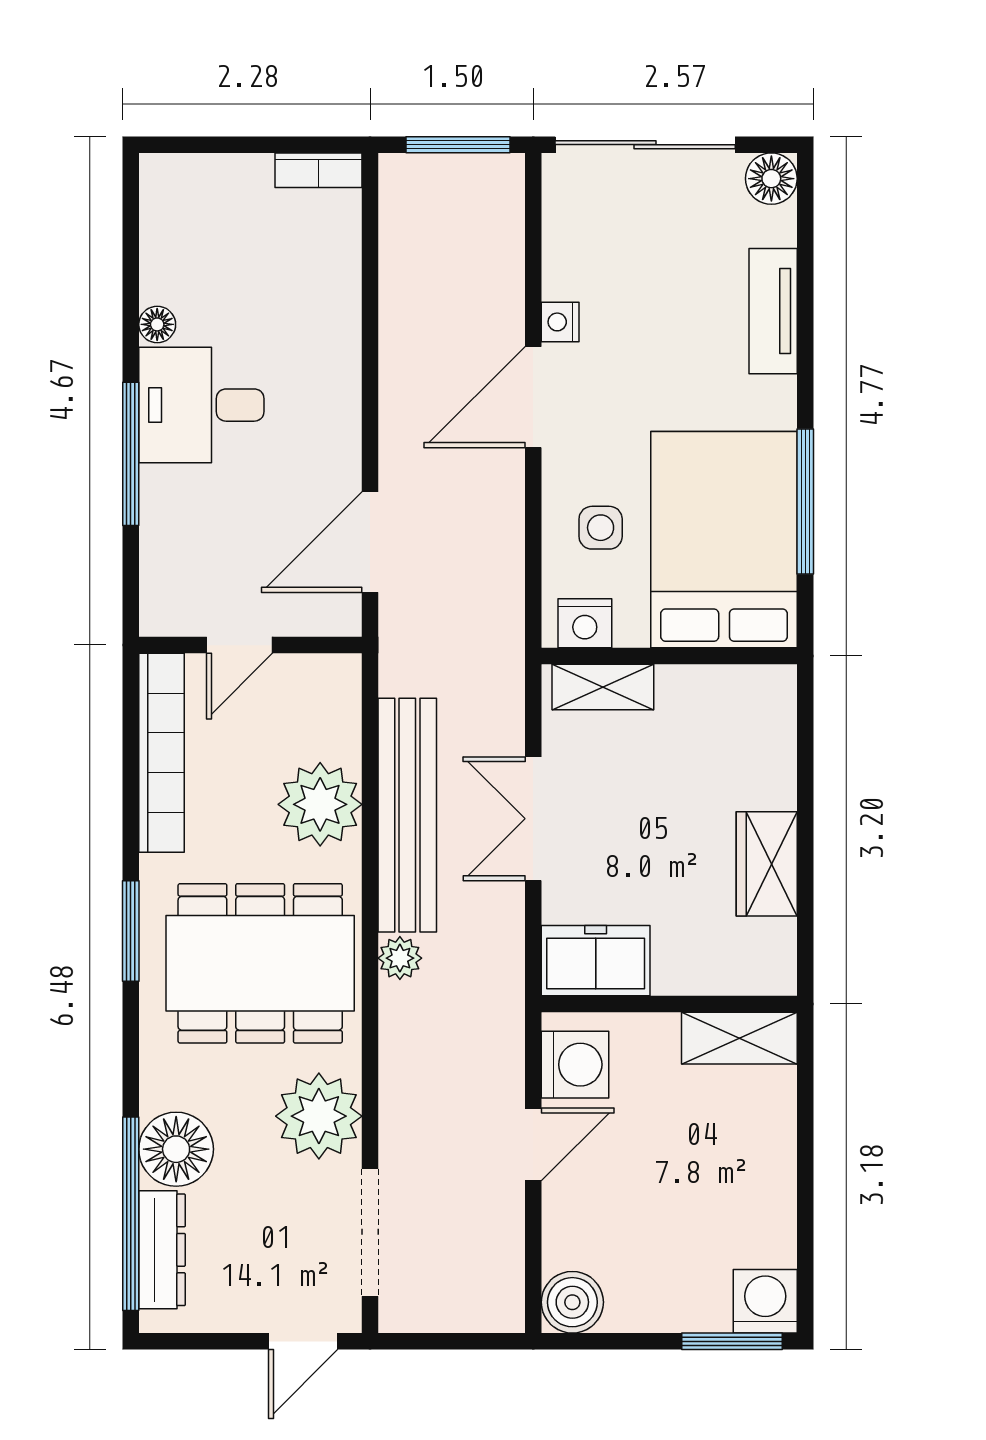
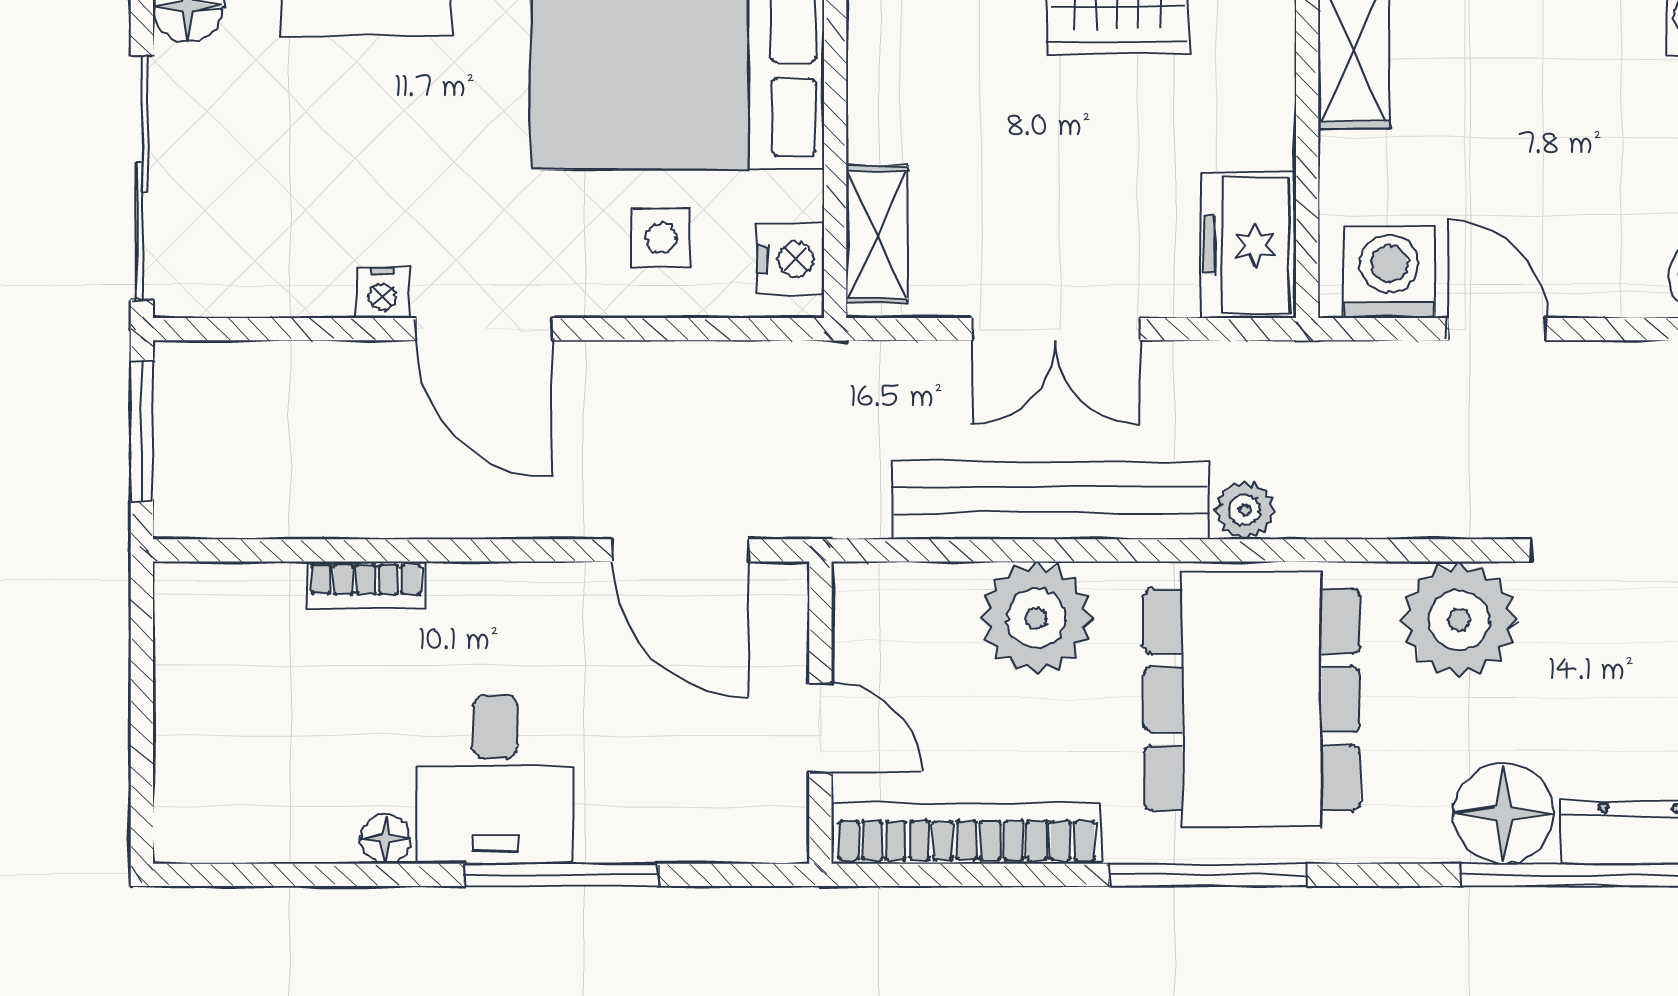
bookcase: (319, 170) -> (366, 585), moved, turned 90
window: (131, 931) -> (1208, 875), width x1.44

